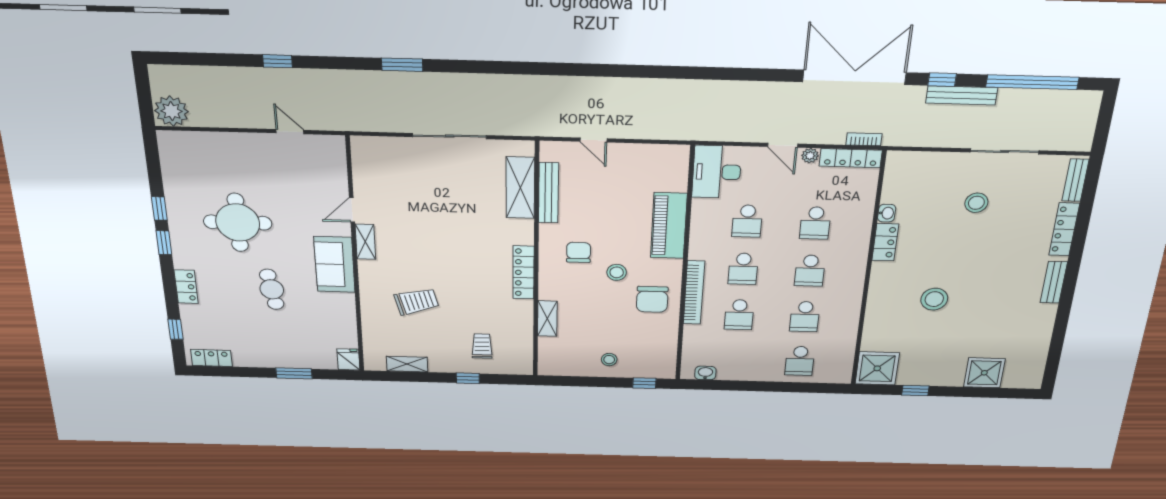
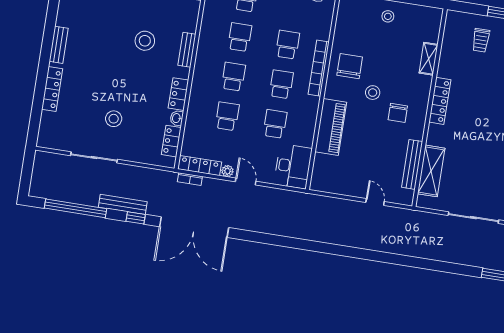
bench: (1075, 180) -> (187, 50), moved
locker: (893, 184) -> (171, 141), added

